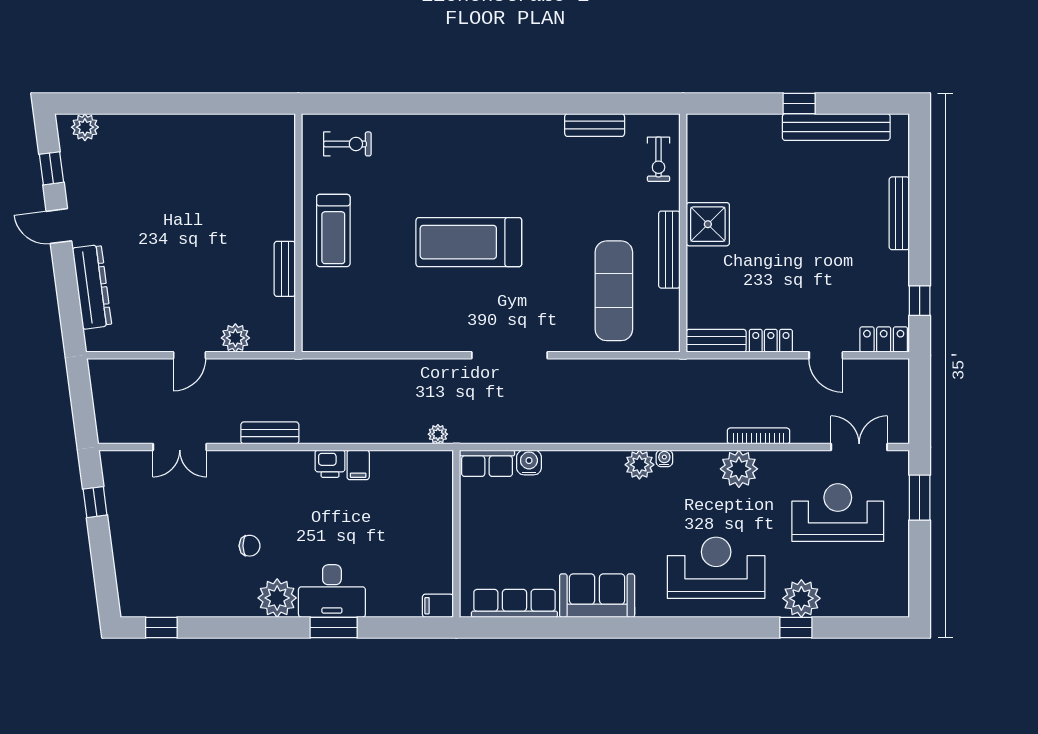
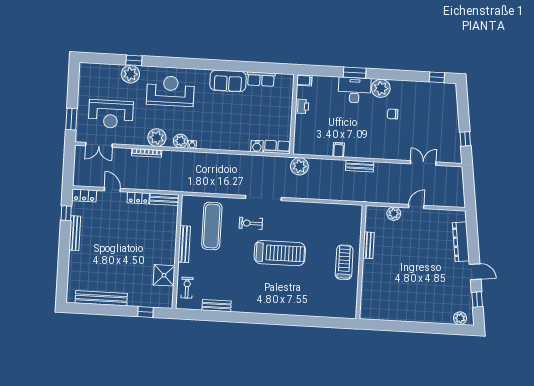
window: (799, 103) -> (146, 312), moved
exercise bike: (347, 144) -> (251, 223), moved
bench: (899, 213) -> (75, 233), moved
shower: (708, 224) -> (164, 275), moved
bench: (270, 433) -> (360, 166), moved
plant: (438, 434) -> (299, 166), width x1.88, depth x1.88
printer: (330, 464) -> (302, 106), moved, turned 90
plant: (639, 465) -> (180, 141), moved
reception desk: (716, 568) -> (170, 91), turned 180
row of seats: (514, 603) -> (261, 79), width x0.68

